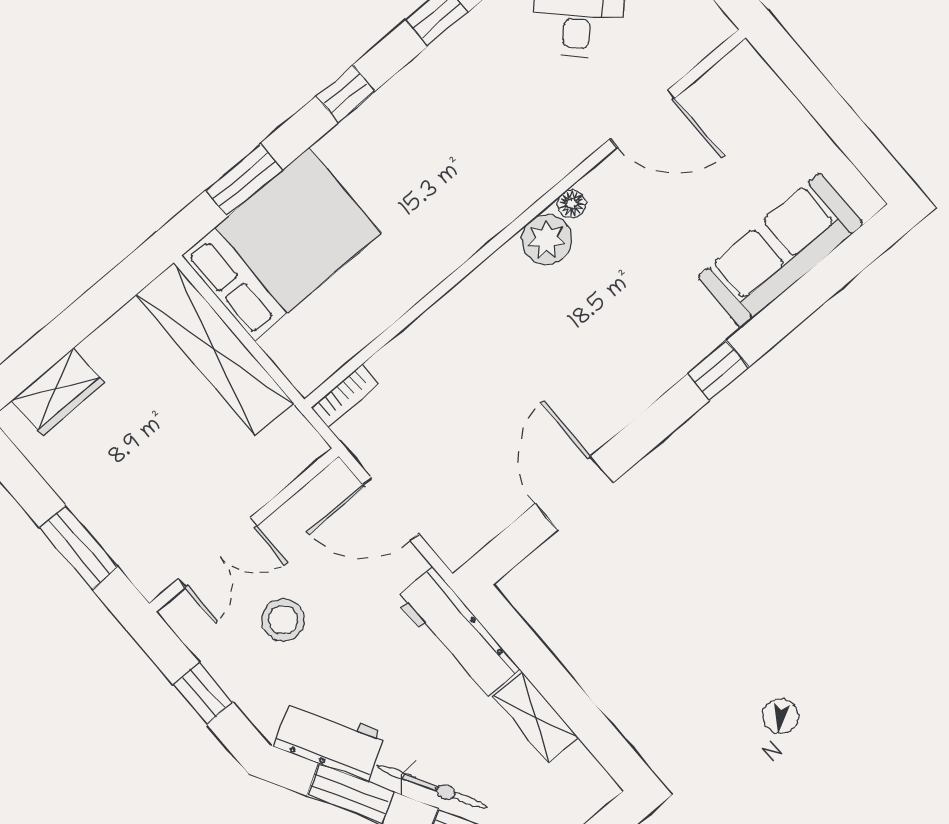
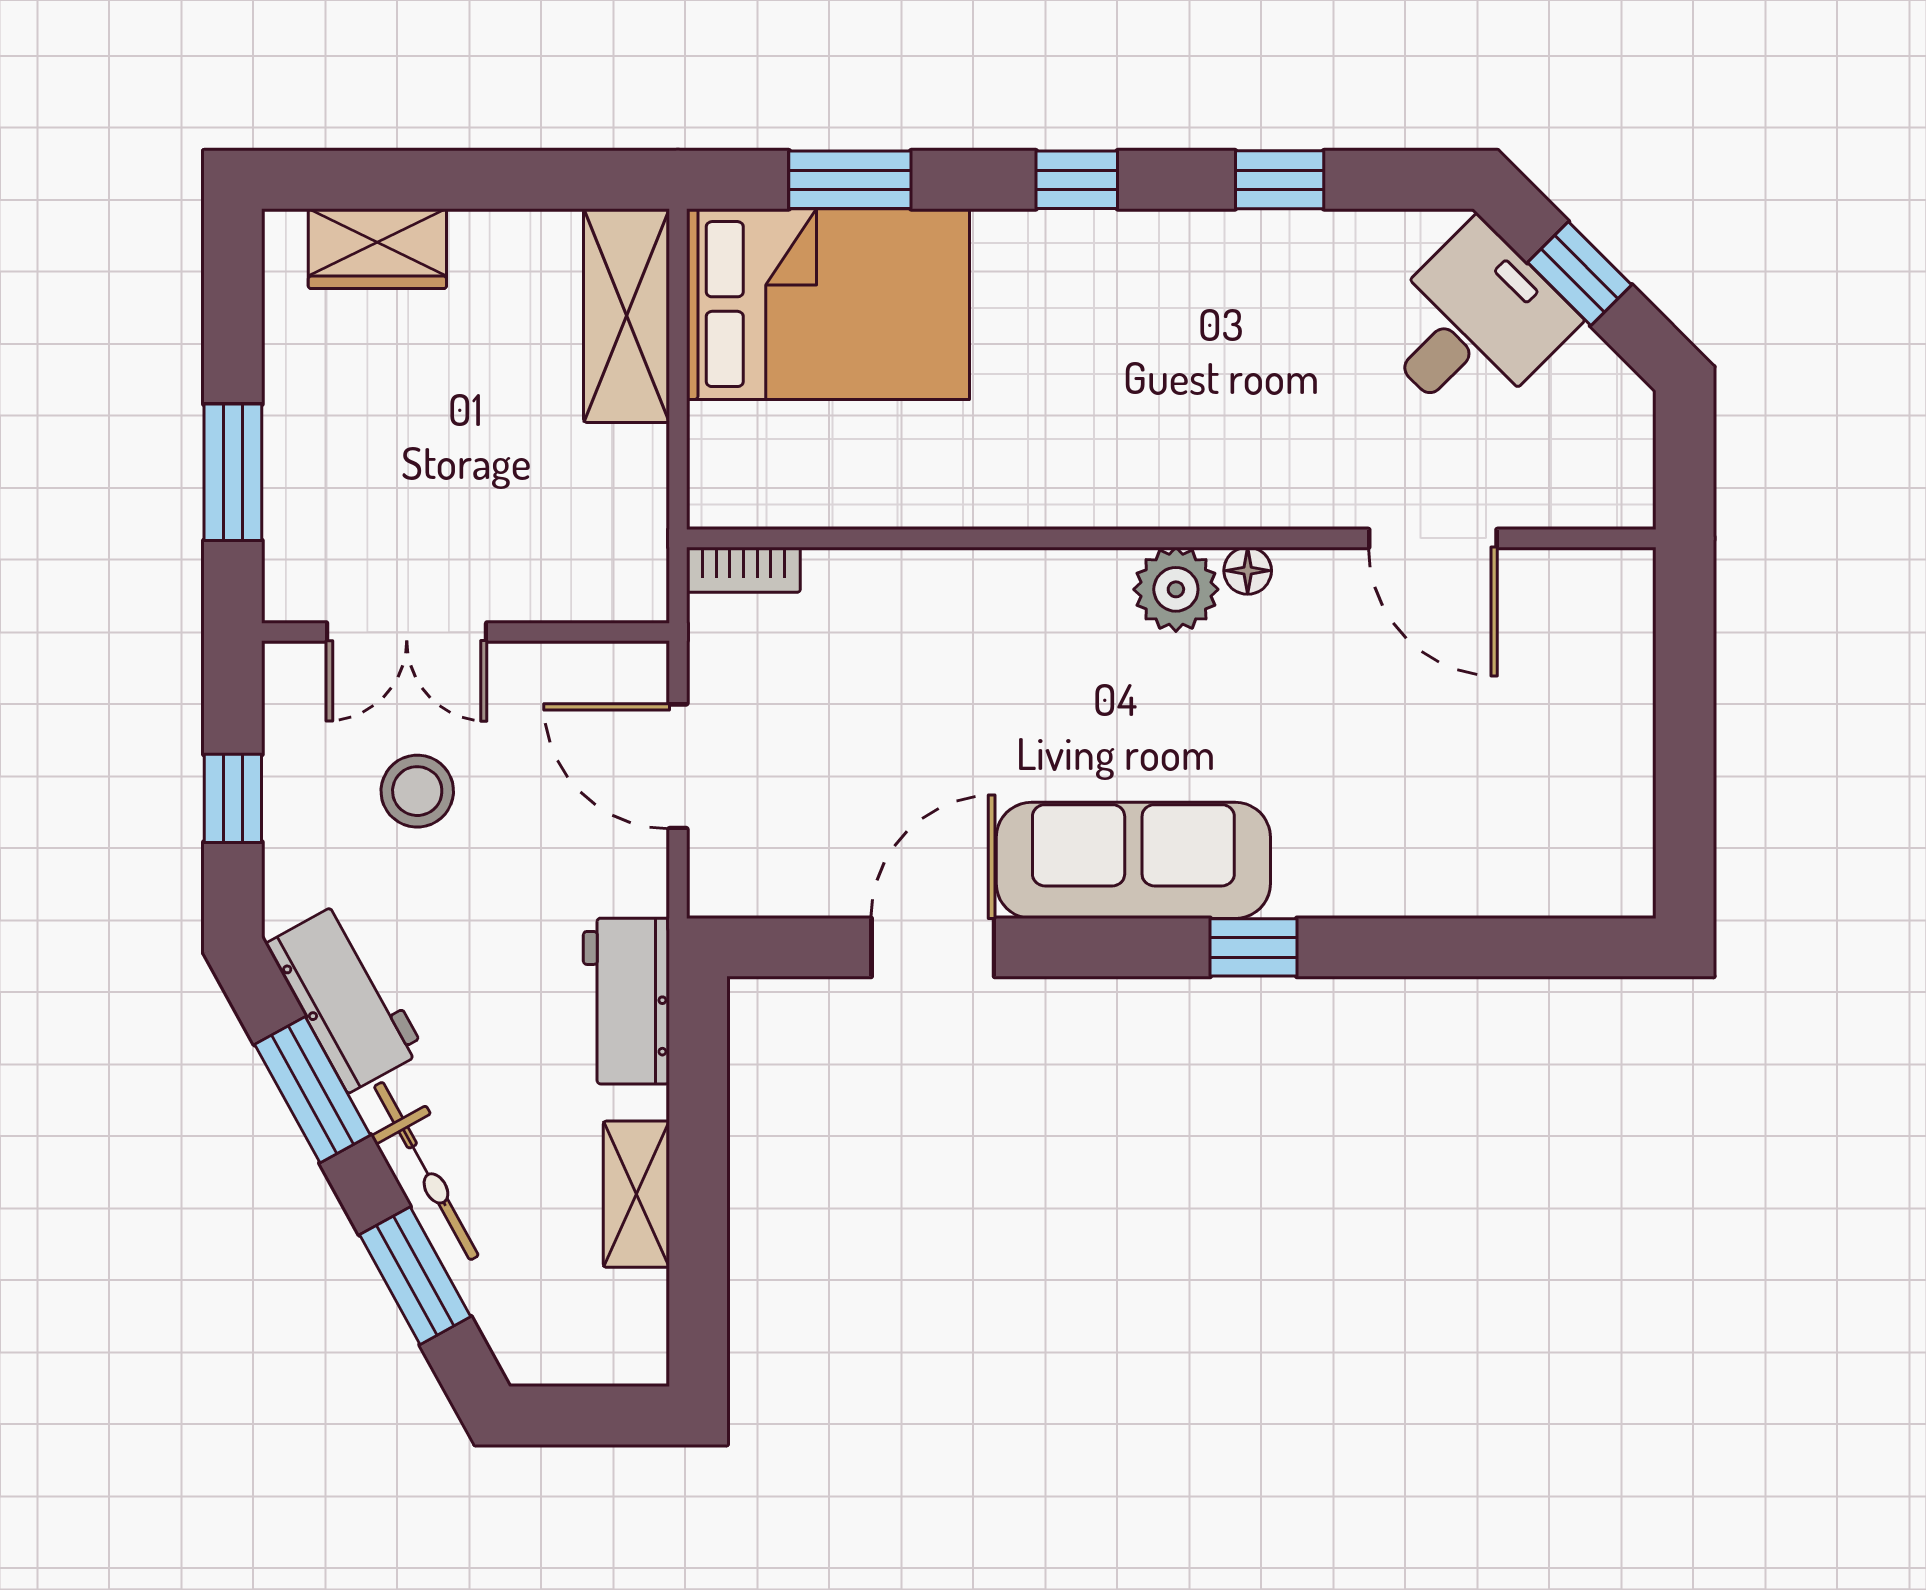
sofa: (780, 250) -> (1133, 860), moved
shelving: (214, 349) -> (626, 316), width x0.68
workbench: (457, 634) -> (626, 1001), width x0.73

